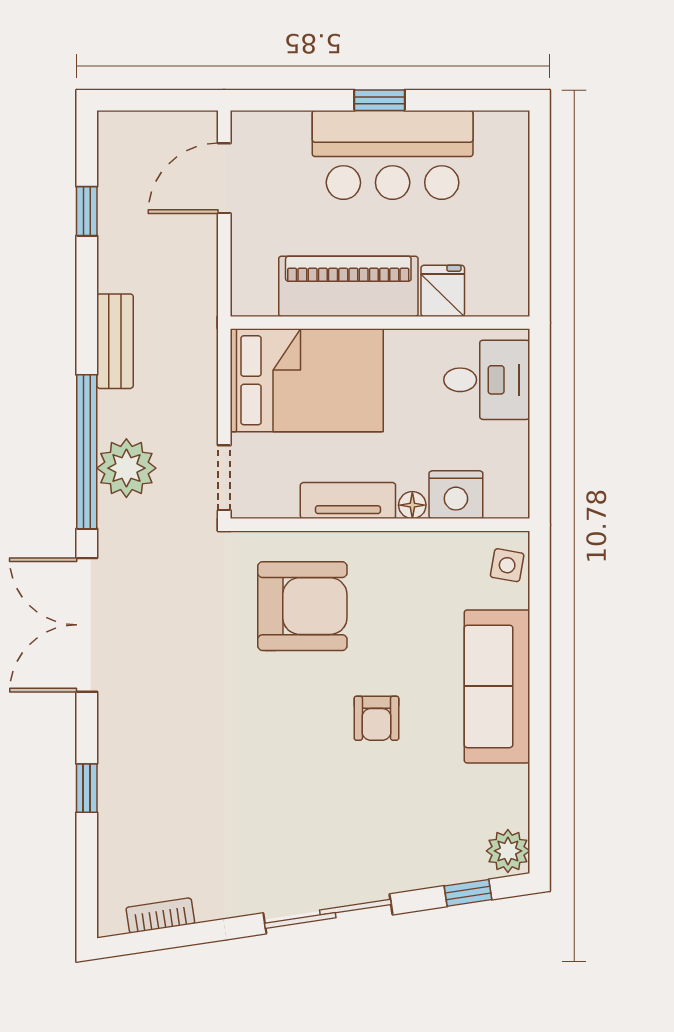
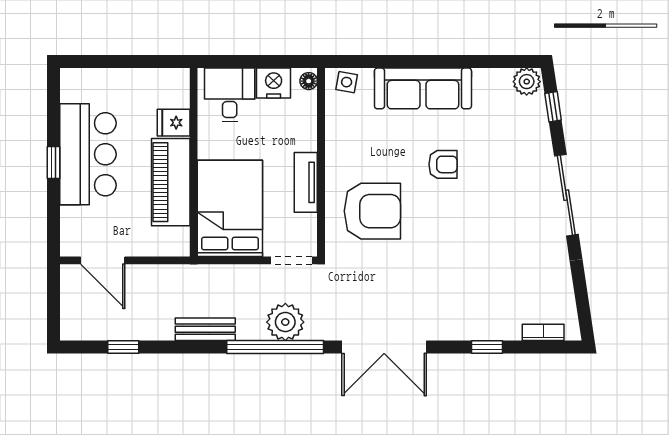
nightstand: (456, 495) -> (274, 83), moved, turned -90
floor lamp: (412, 505) -> (309, 81), moved
armchair: (302, 606) -> (372, 211), turned 90
bookcase: (160, 915) -> (543, 332), moved, turned 99

